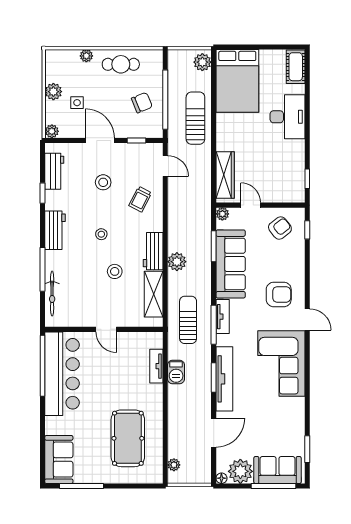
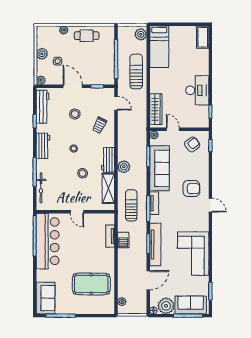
bed: (237, 81) -> (159, 47), width x0.67
chair: (142, 103) -> (101, 61), removed
desk: (288, 117) -> (197, 90), moved
workbench: (54, 171) -> (42, 107), width x1.38
corner sofa: (281, 363) -> (193, 254), moved
pool table: (128, 438) -> (91, 284), turned 90

